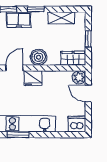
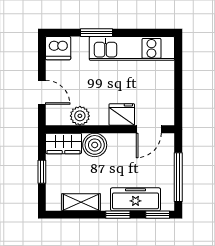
freezer: (19, 20) -> (136, 199), width x1.40
boiler: (39, 57) -> (95, 145), moved
plant: (79, 77) -> (80, 116), moved
window: (18, 135) -> (97, 33), moved

